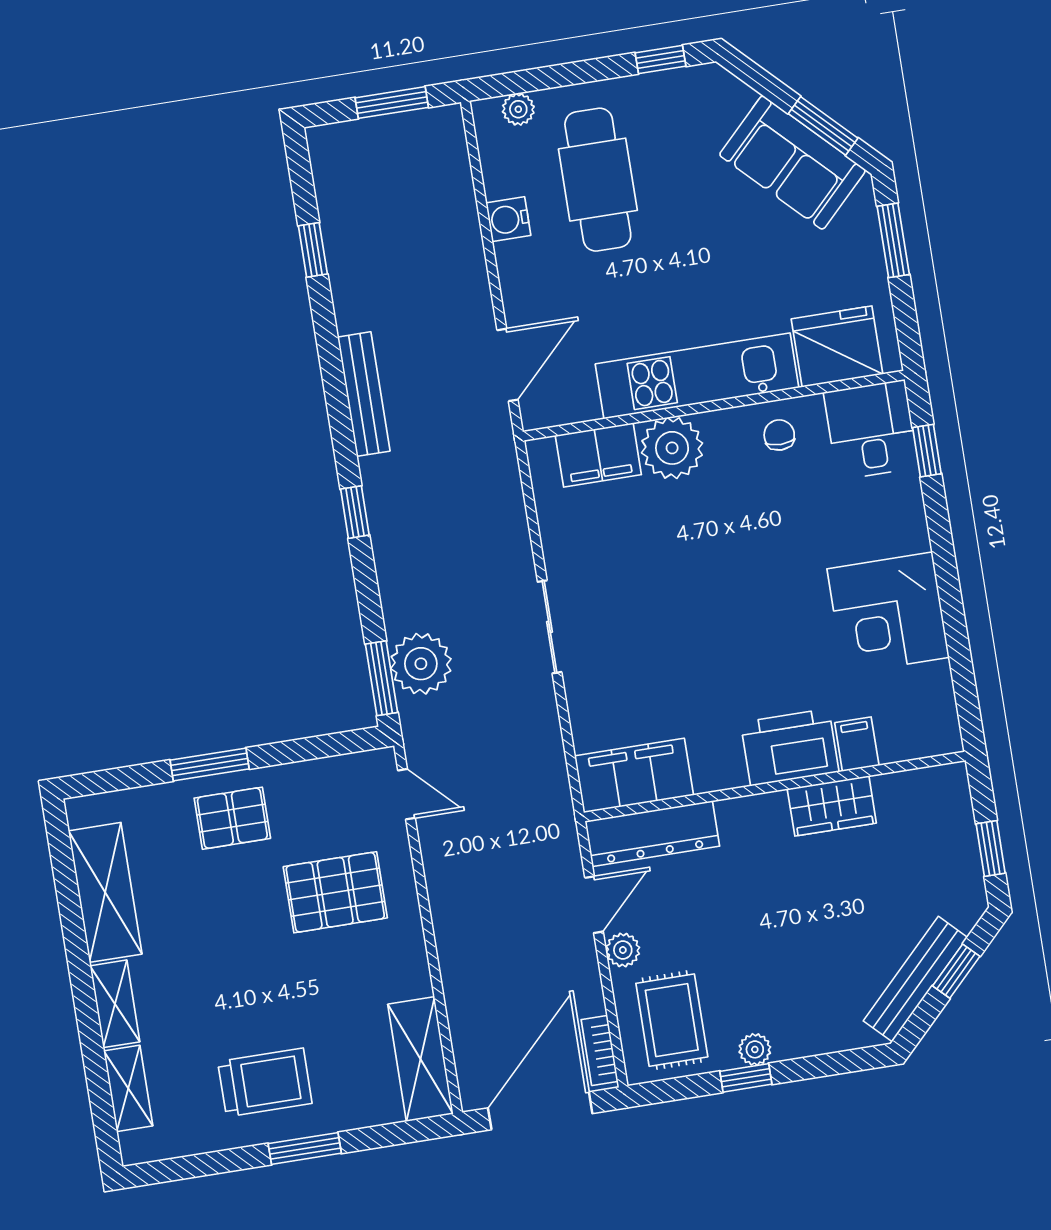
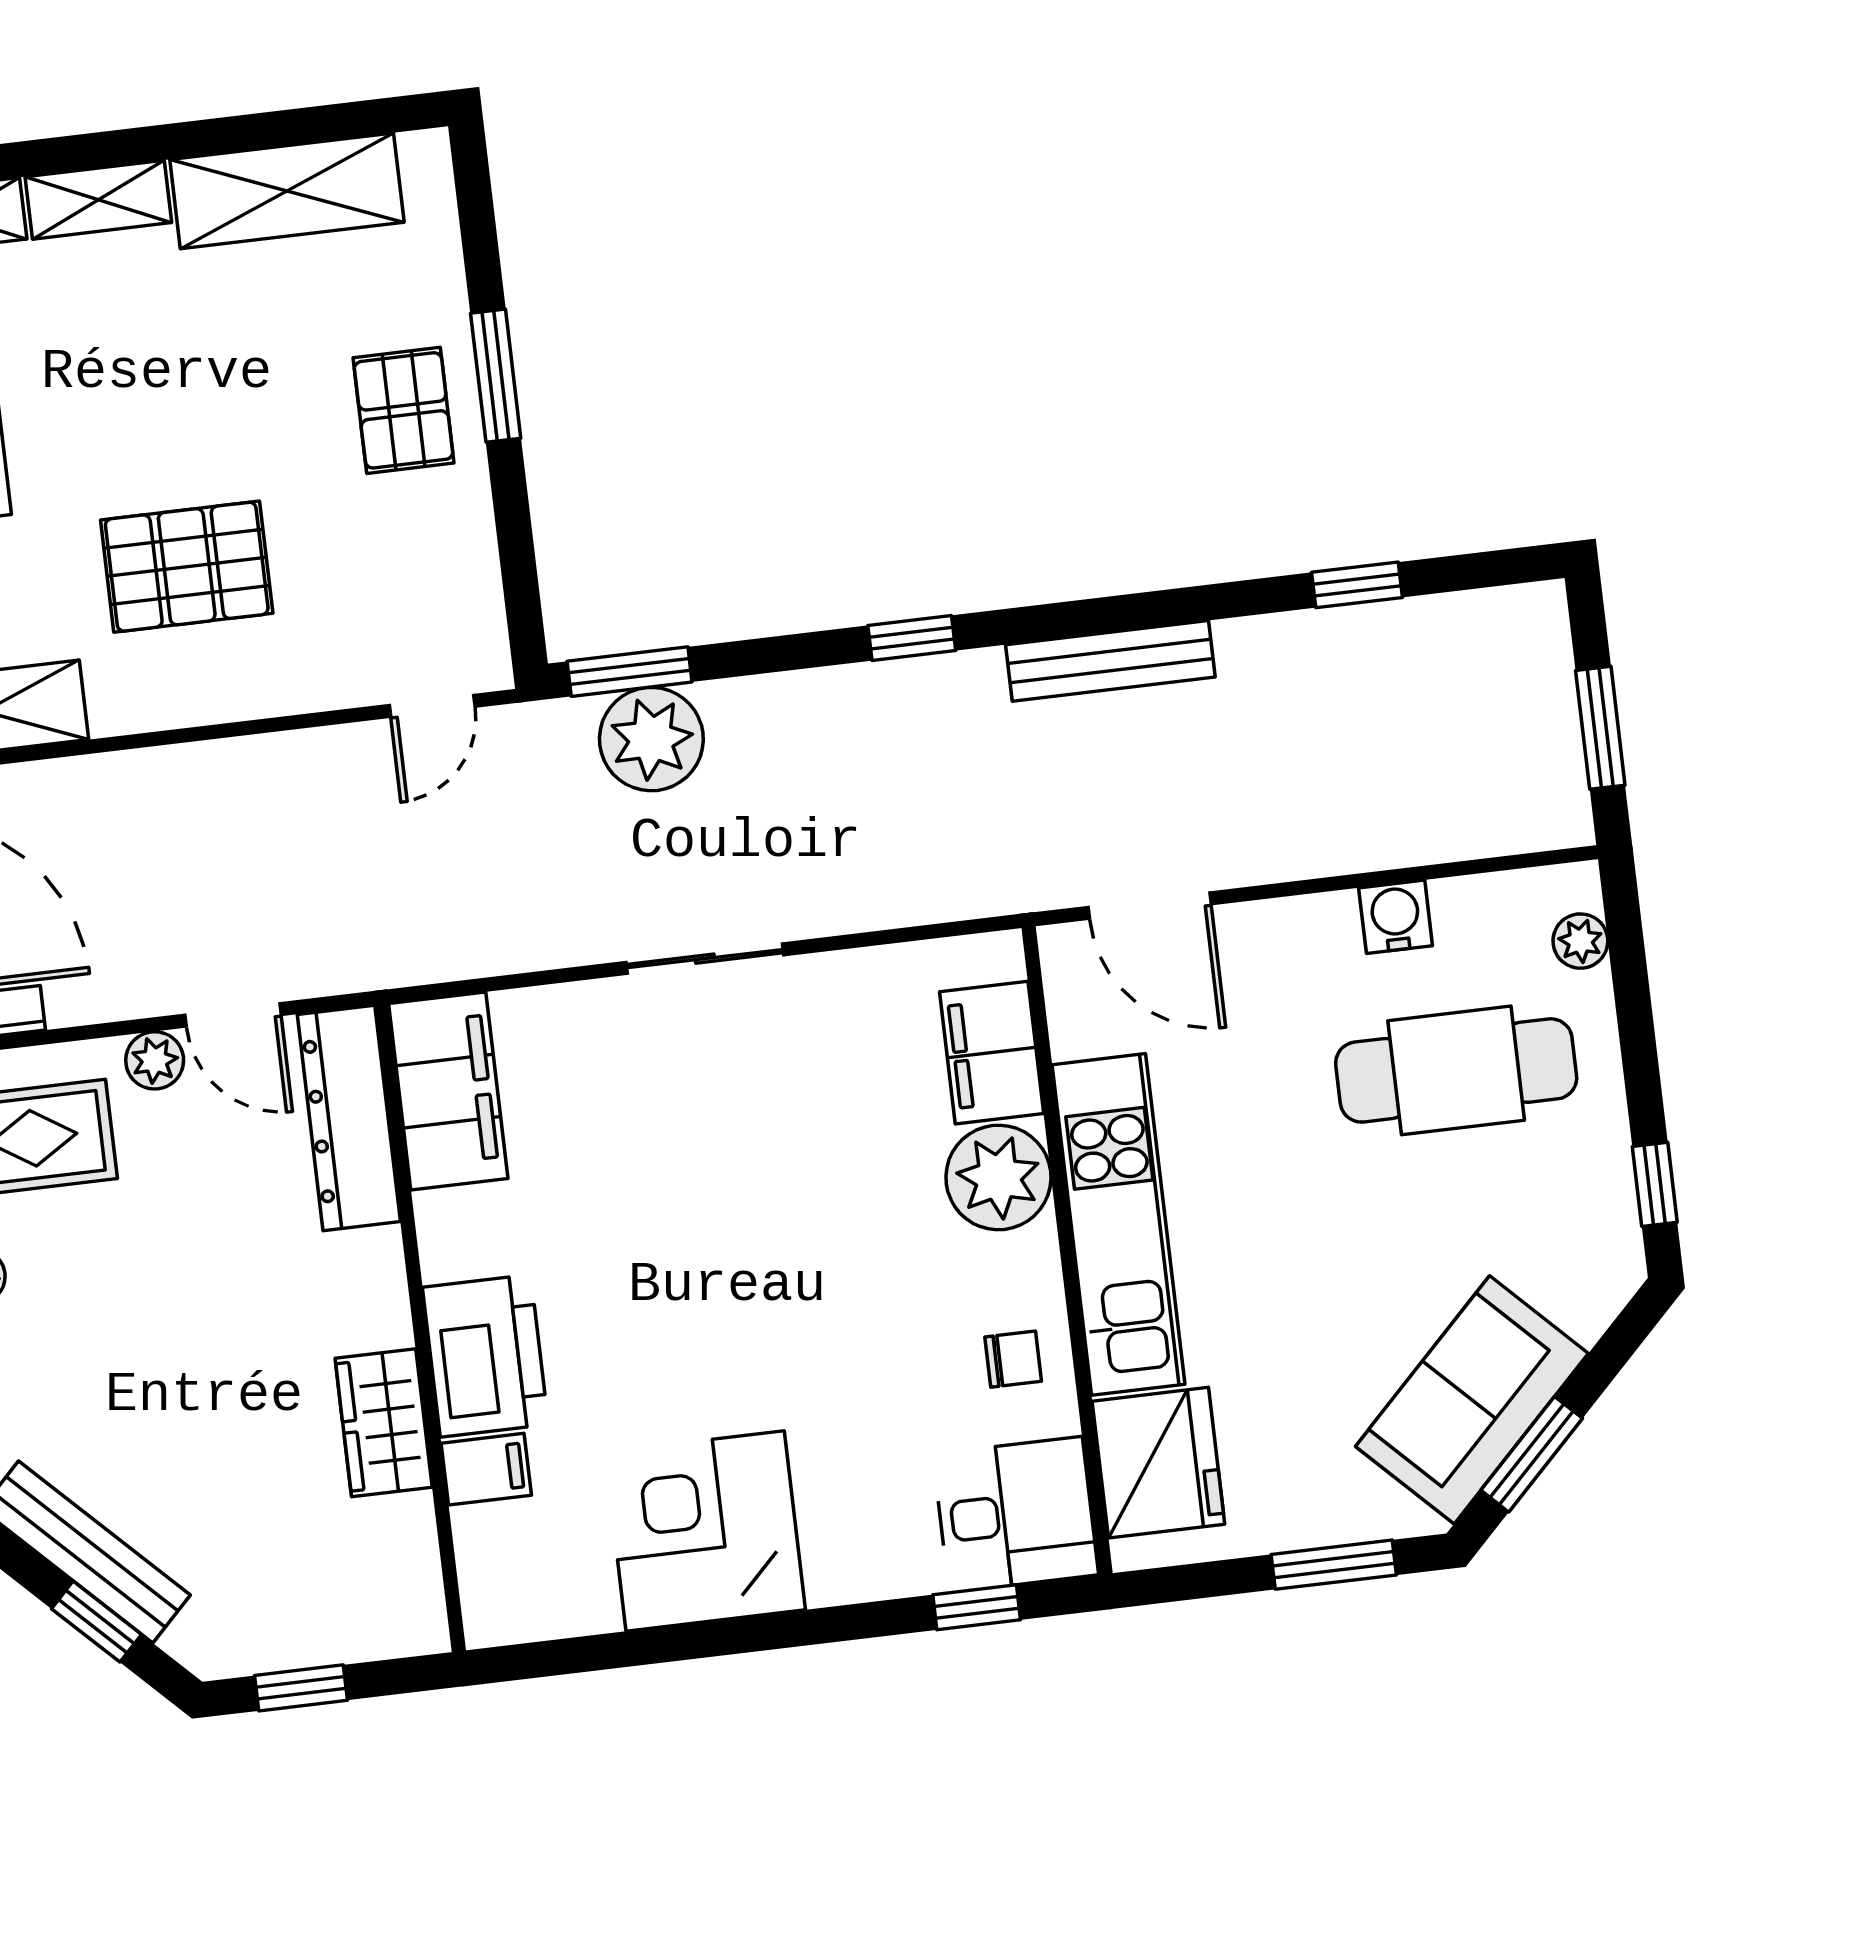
pallet: (335, 892) -> (187, 567), moved, turned 90

